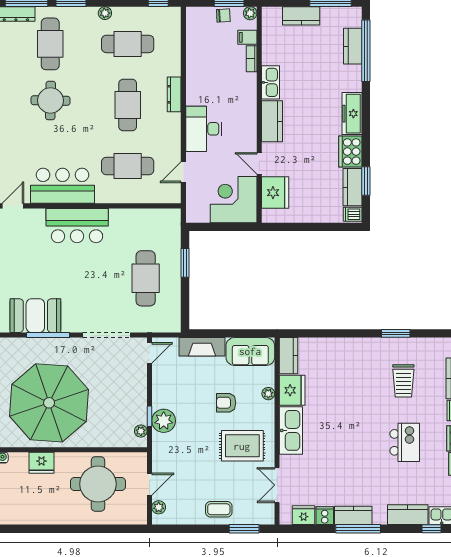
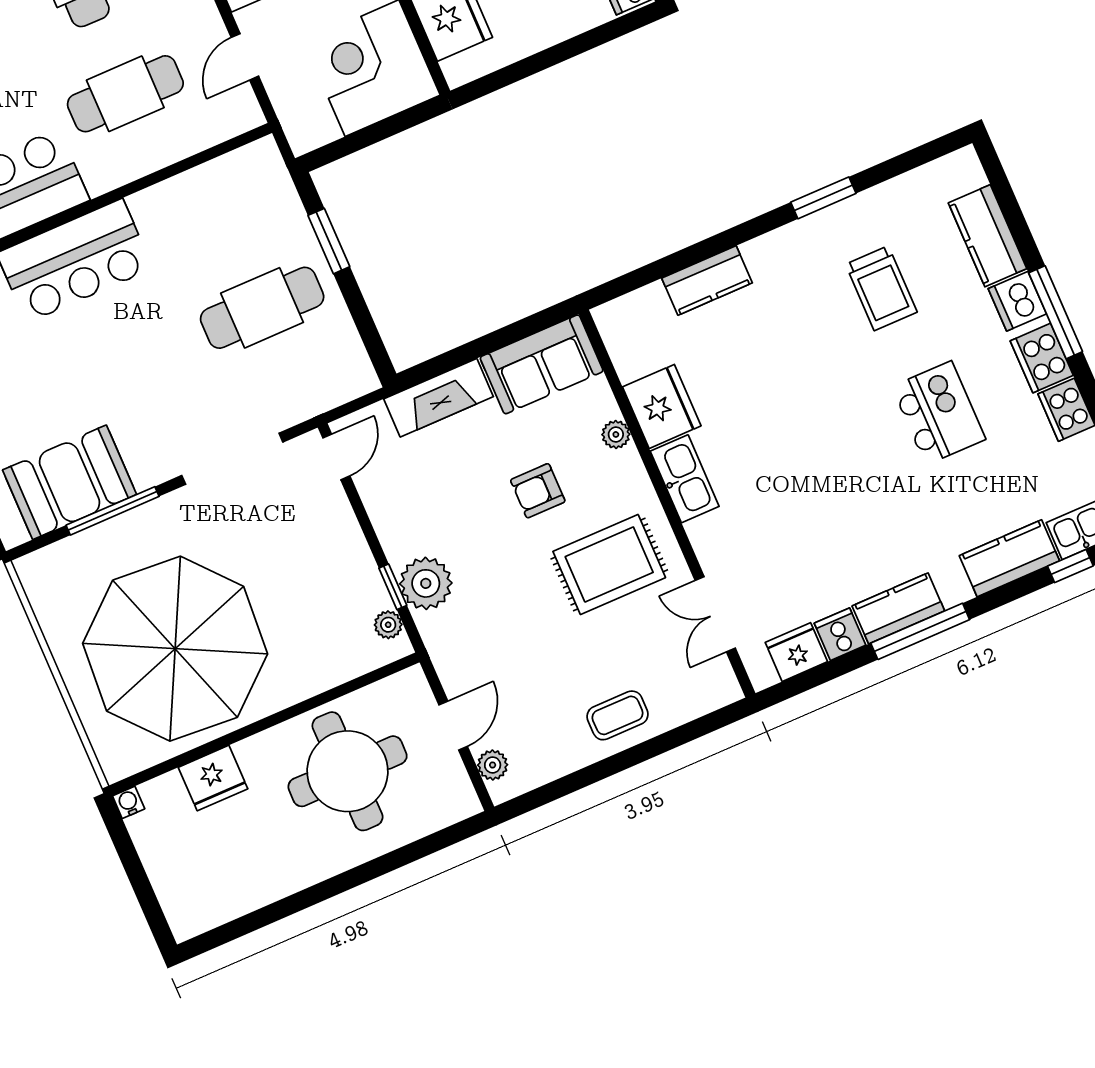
cafe table: (146, 278) -> (262, 308), turned 90
kitchen counter: (289, 356) -> (707, 280), moved, turned 90
kitchen sink: (291, 430) -> (685, 479), width x0.73, depth x0.81
window: (244, 529) -> (687, 733), removed

